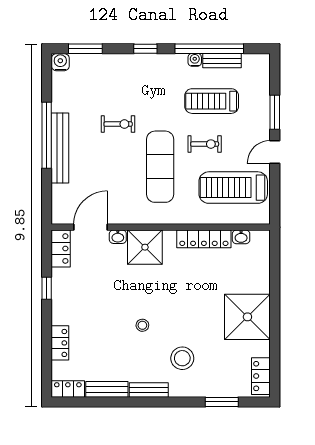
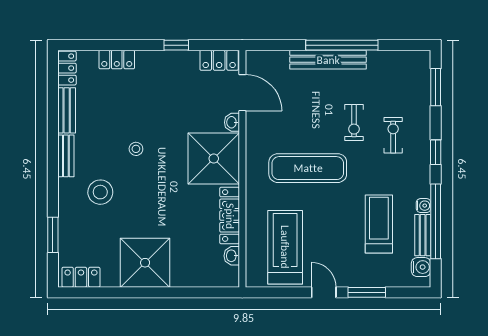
water cooler: (60, 62) -> (421, 267), moved
exercise bike: (205, 144) -> (393, 135), moved, turned 180
shower: (145, 247) -> (214, 159), width x1.37, depth x1.37

